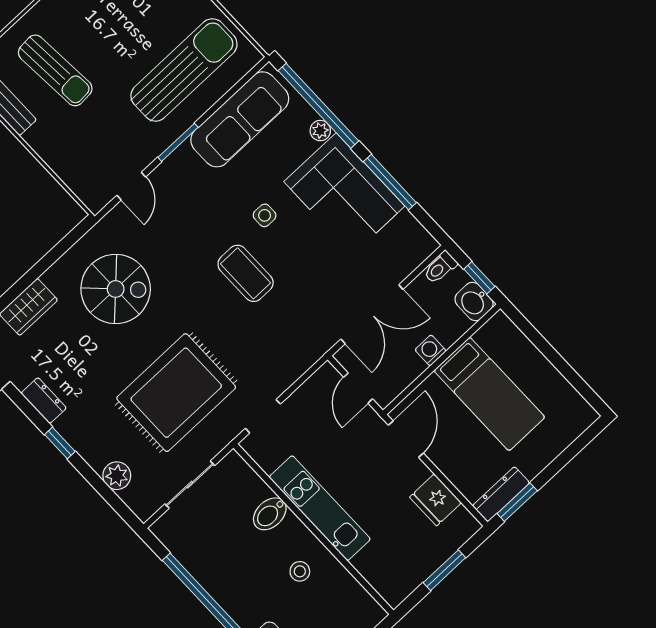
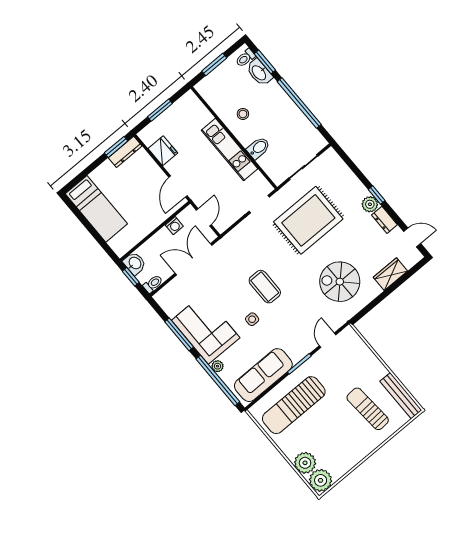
washing machine: (431, 350) -> (174, 226), moved
bed: (489, 394) -> (96, 209), moved, turned 180
plant: (117, 476) -> (370, 204), moved

